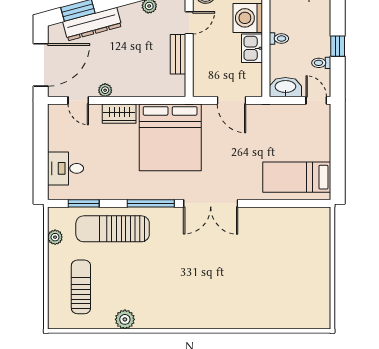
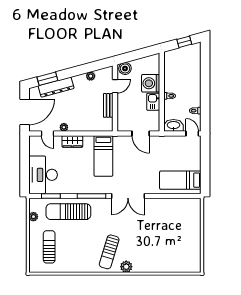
window: (338, 46) -> (205, 100), removed
bed: (170, 137) -> (103, 156), width x0.49
desk: (66, 168) -> (43, 175), width x1.87, depth x1.30
sun lounger: (180, 295) -> (109, 252), added
plant: (125, 319) -> (126, 267), moved

